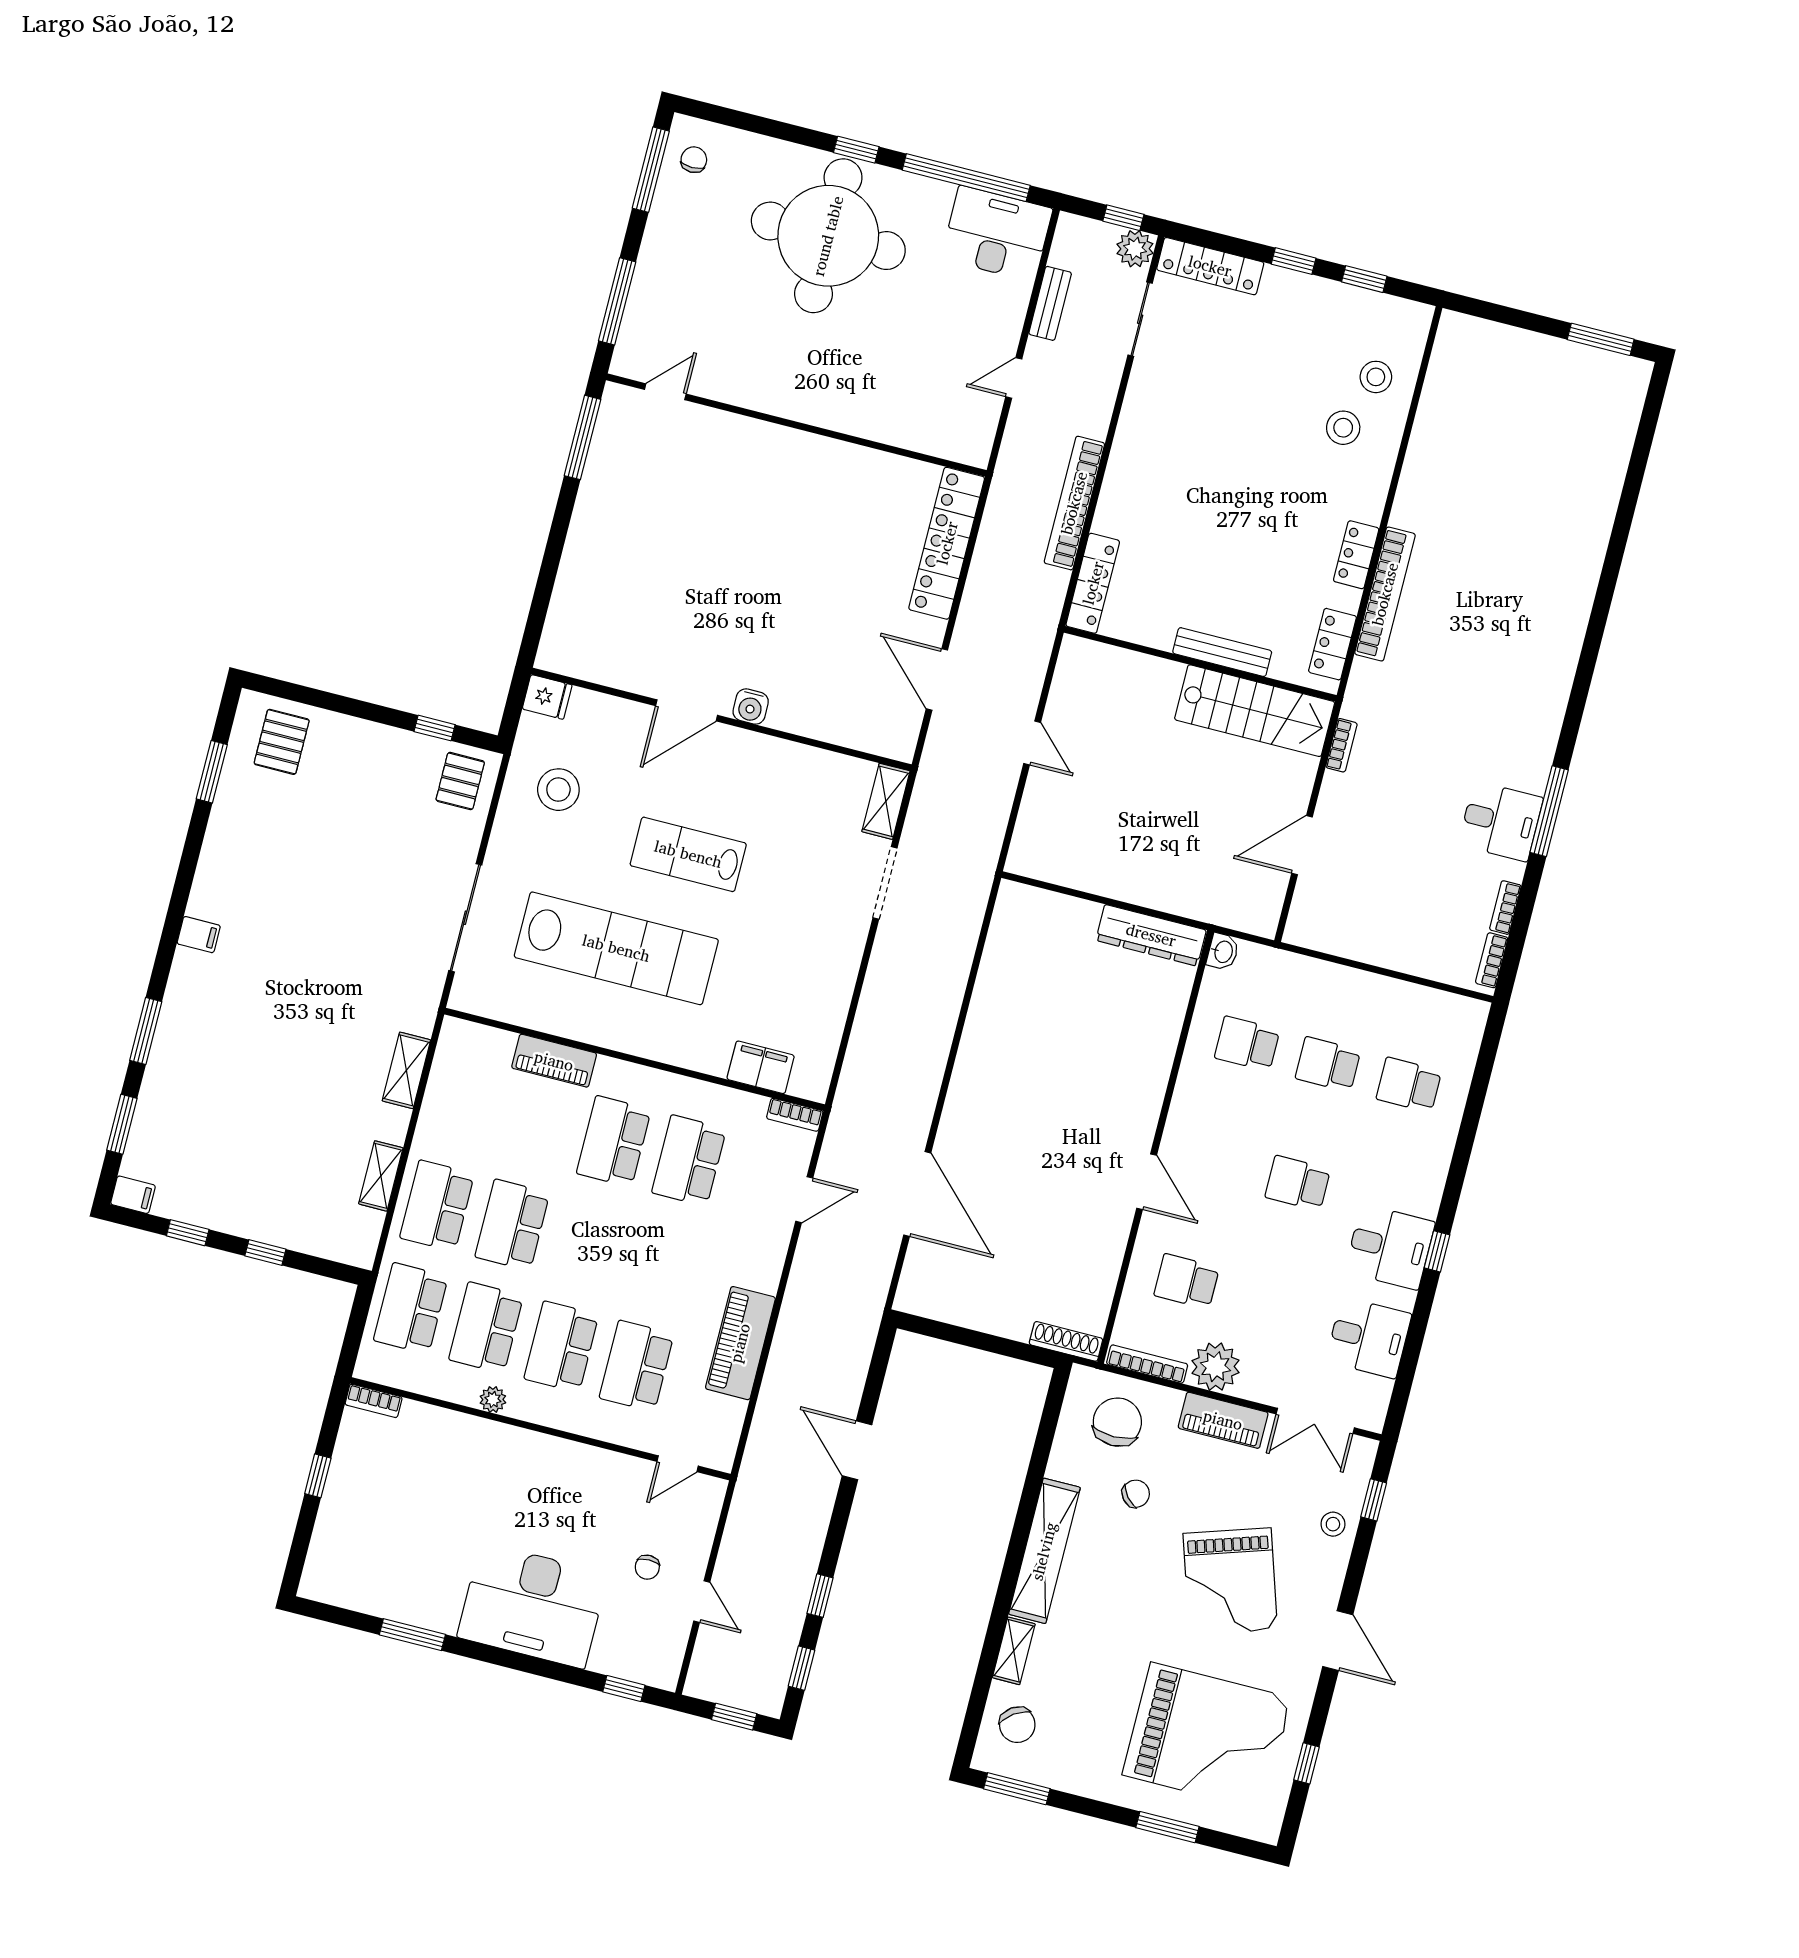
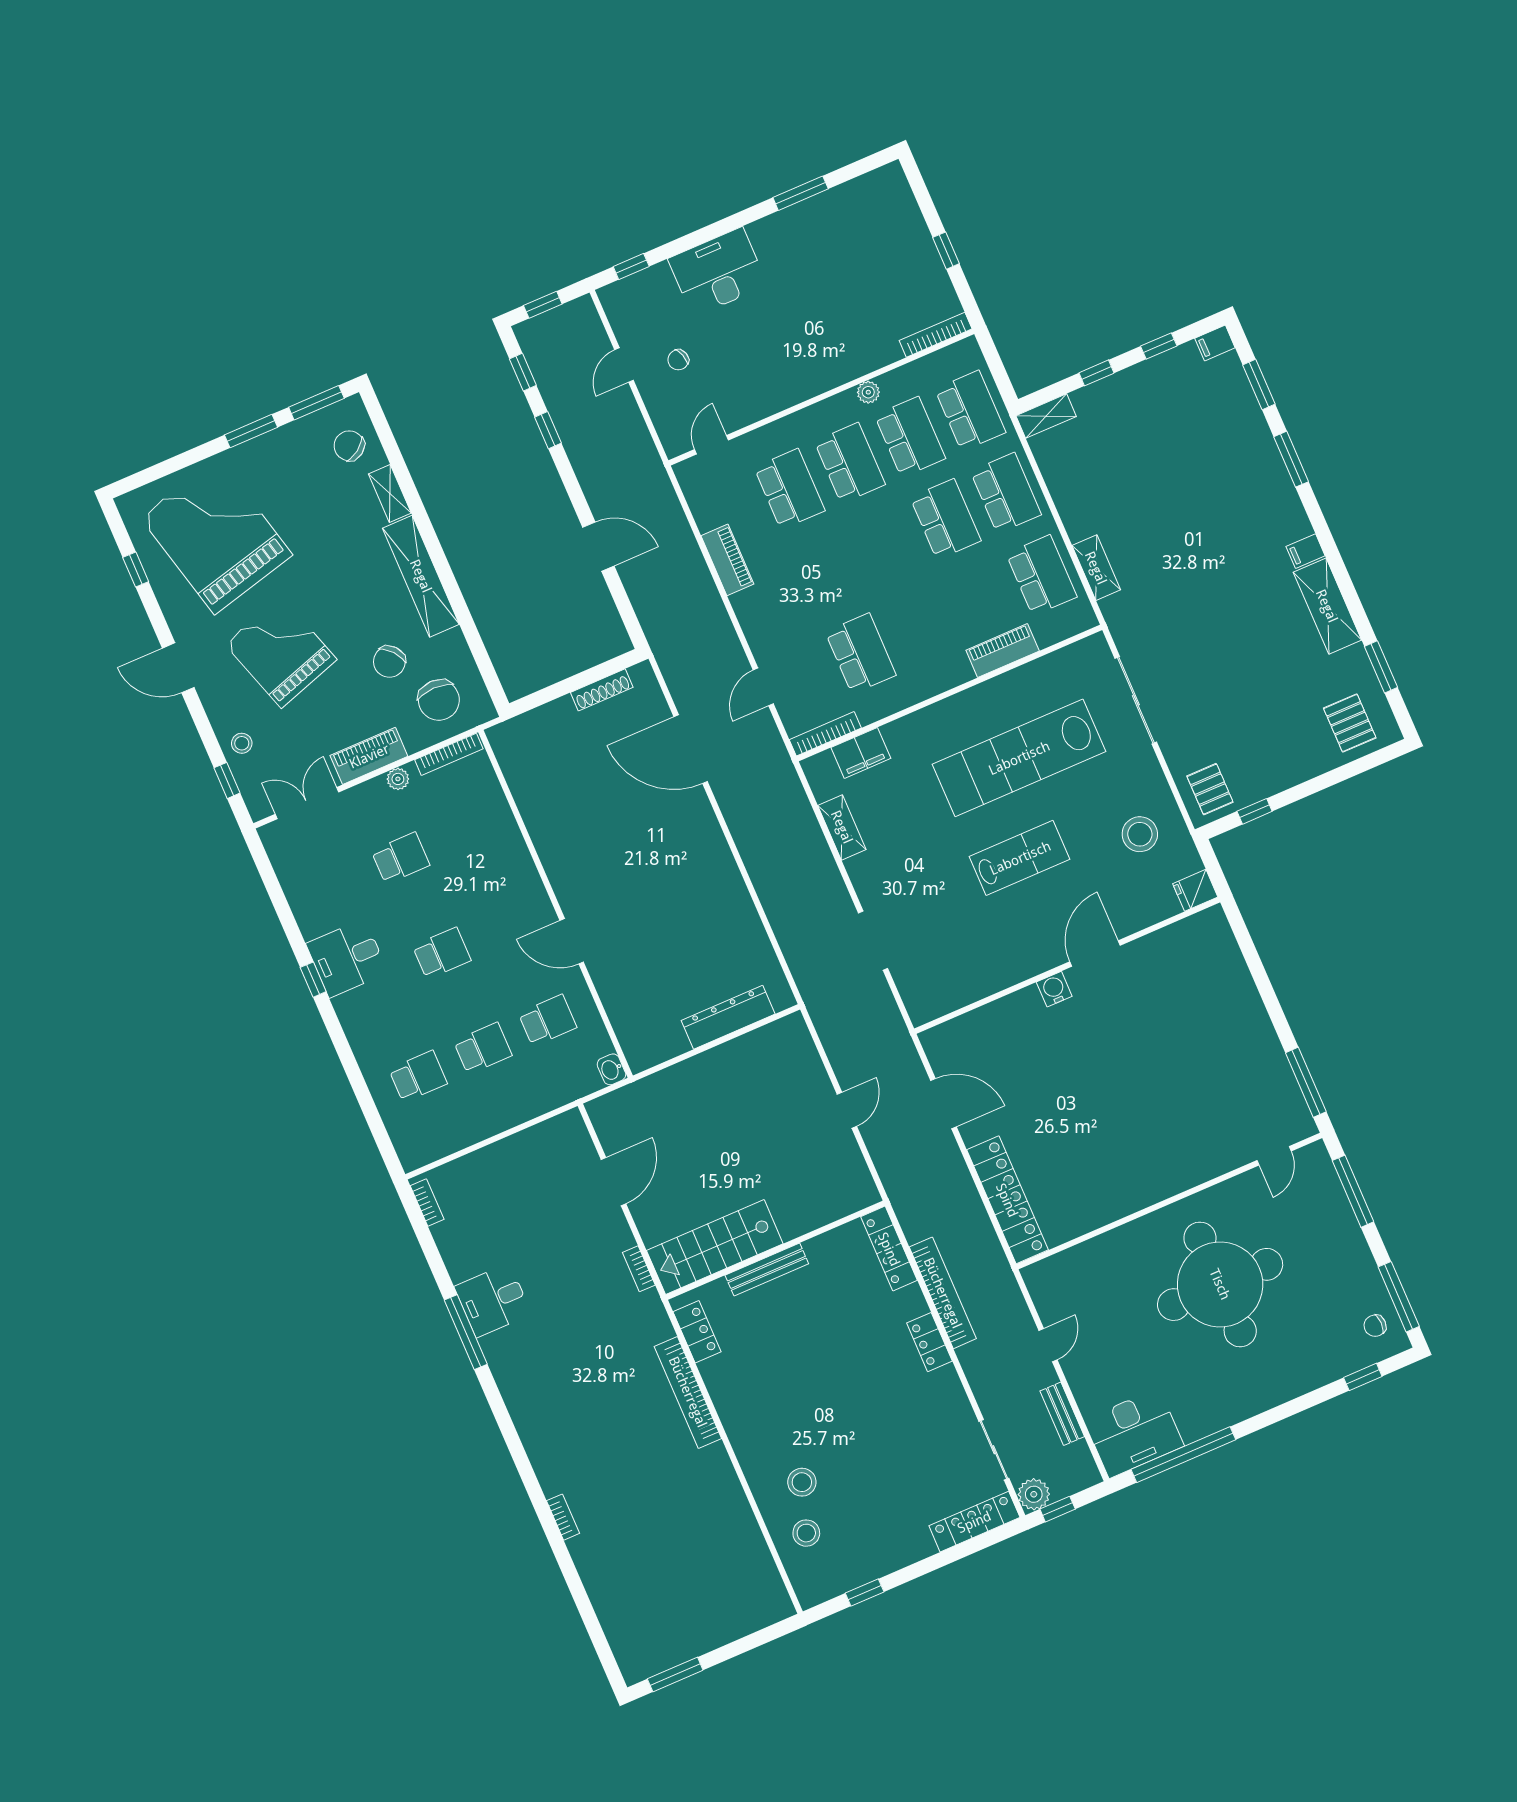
window: (856, 150) -> (1363, 1377), moved
chair: (694, 160) -> (1375, 1326), turned 90
round table: (828, 236) -> (1220, 1284), moved
window: (1294, 261) -> (921, 1568), removed
locker: (1356, 555) -> (929, 1342), moved, turned 180
door: (1032, 743) -> (847, 1110), swing flipped
shelving: (886, 801) -> (842, 827), moved
shelving: (218, 867) -> (1327, 606), added
bookcase: (1505, 908) -> (563, 1517), moved
dresser: (1151, 935) -> (728, 1017), moved
bookcase: (795, 1115) -> (825, 734), width x1.56
school desk: (614, 1141) -> (1041, 575), moved
shelving: (381, 1176) -> (1046, 416), moved, turned 90
door: (1147, 1182) -> (572, 941), moved
school desk: (1187, 1281) -> (400, 858), moved
desk: (1369, 1338) -> (314, 886), removed
shoe rack: (1066, 1341) -> (602, 690), moved
piano: (740, 1343) -> (727, 560), width x0.73, depth x0.75
plant: (1215, 1367) -> (398, 779), width x0.53, depth x0.53
bookcase: (374, 1401) -> (936, 335), width x1.56
chair: (1136, 1494) -> (389, 662), width x1.37, depth x1.37
chair: (647, 1567) -> (678, 360), turned -107
door: (702, 1602) -> (624, 365), hinge flipped
desk: (533, 1605) -> (718, 272), width x0.73, depth x0.77
grand piano: (1207, 1736) -> (216, 536), turned 76
window: (1167, 1827) -> (251, 431), moved

